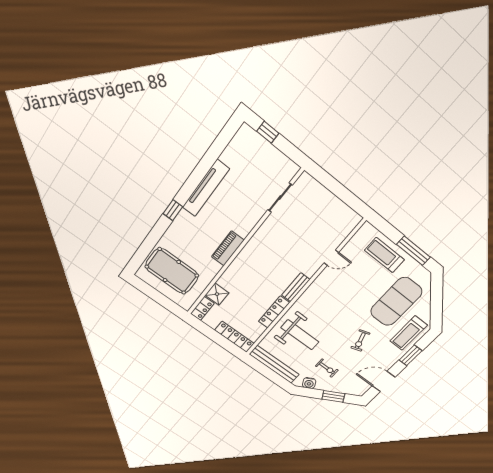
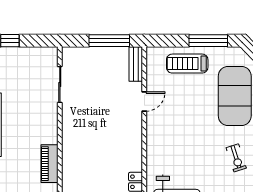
window: (344, 194) -> (109, 41), added
bench: (296, 287) -> (136, 64), moved

